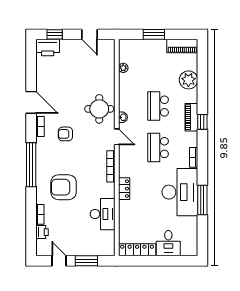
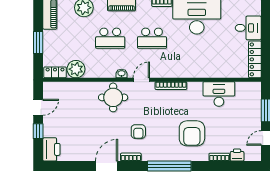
window: (55, 34) -> (38, 131), moved
plant: (123, 68) -> (76, 69), width x1.88, depth x1.88
locker: (124, 189) -> (55, 72), moved

